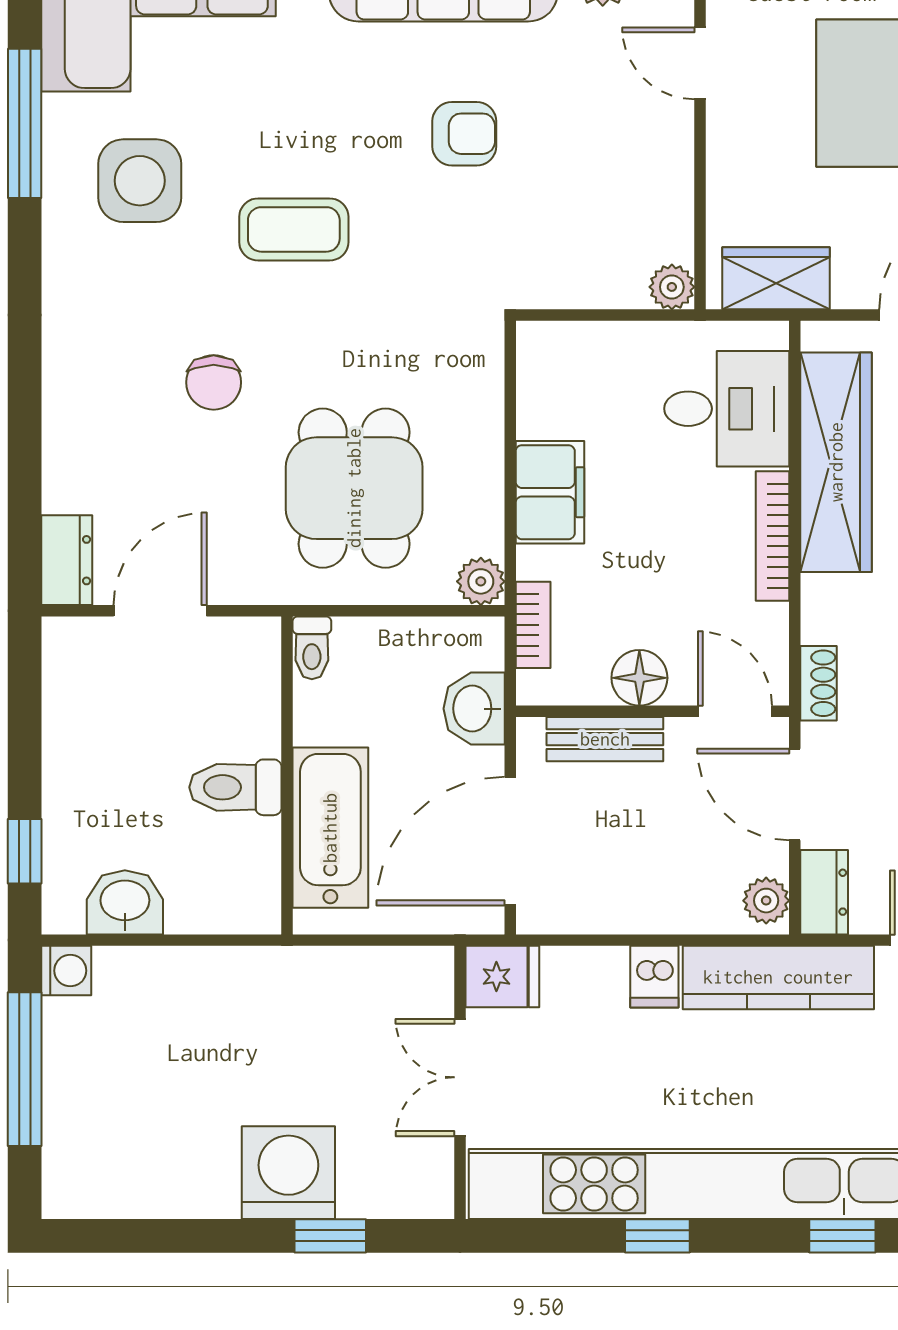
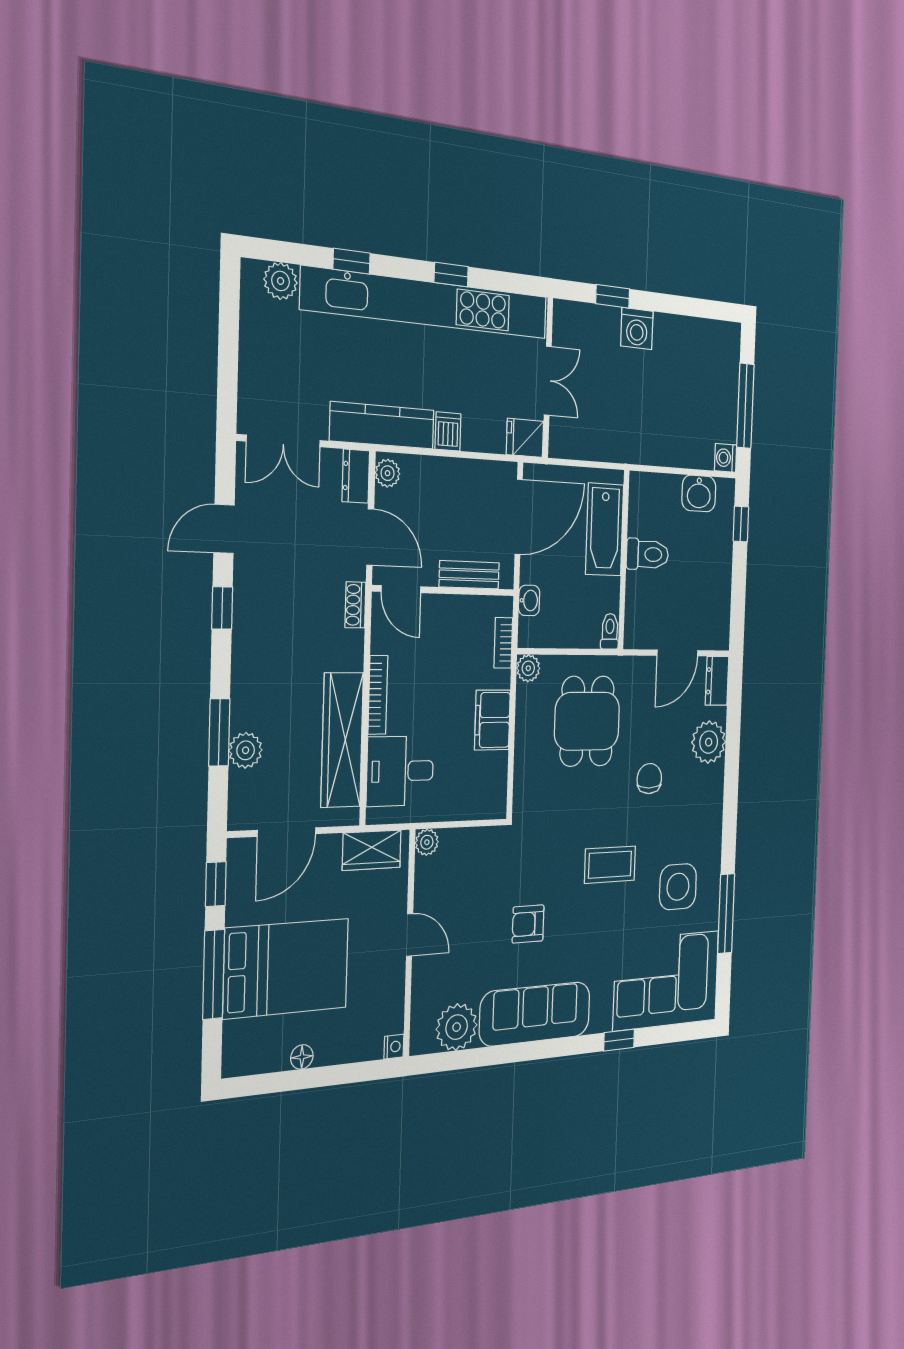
door: (700, 63) -> (410, 935), moved
plant: (81, 447) -> (709, 742), added
floor lamp: (639, 678) -> (450, 611), removed
washbasin: (474, 709) -> (529, 600), width x0.72, depth x0.69
washing machine: (288, 1173) -> (637, 329), width x0.73, depth x0.73

